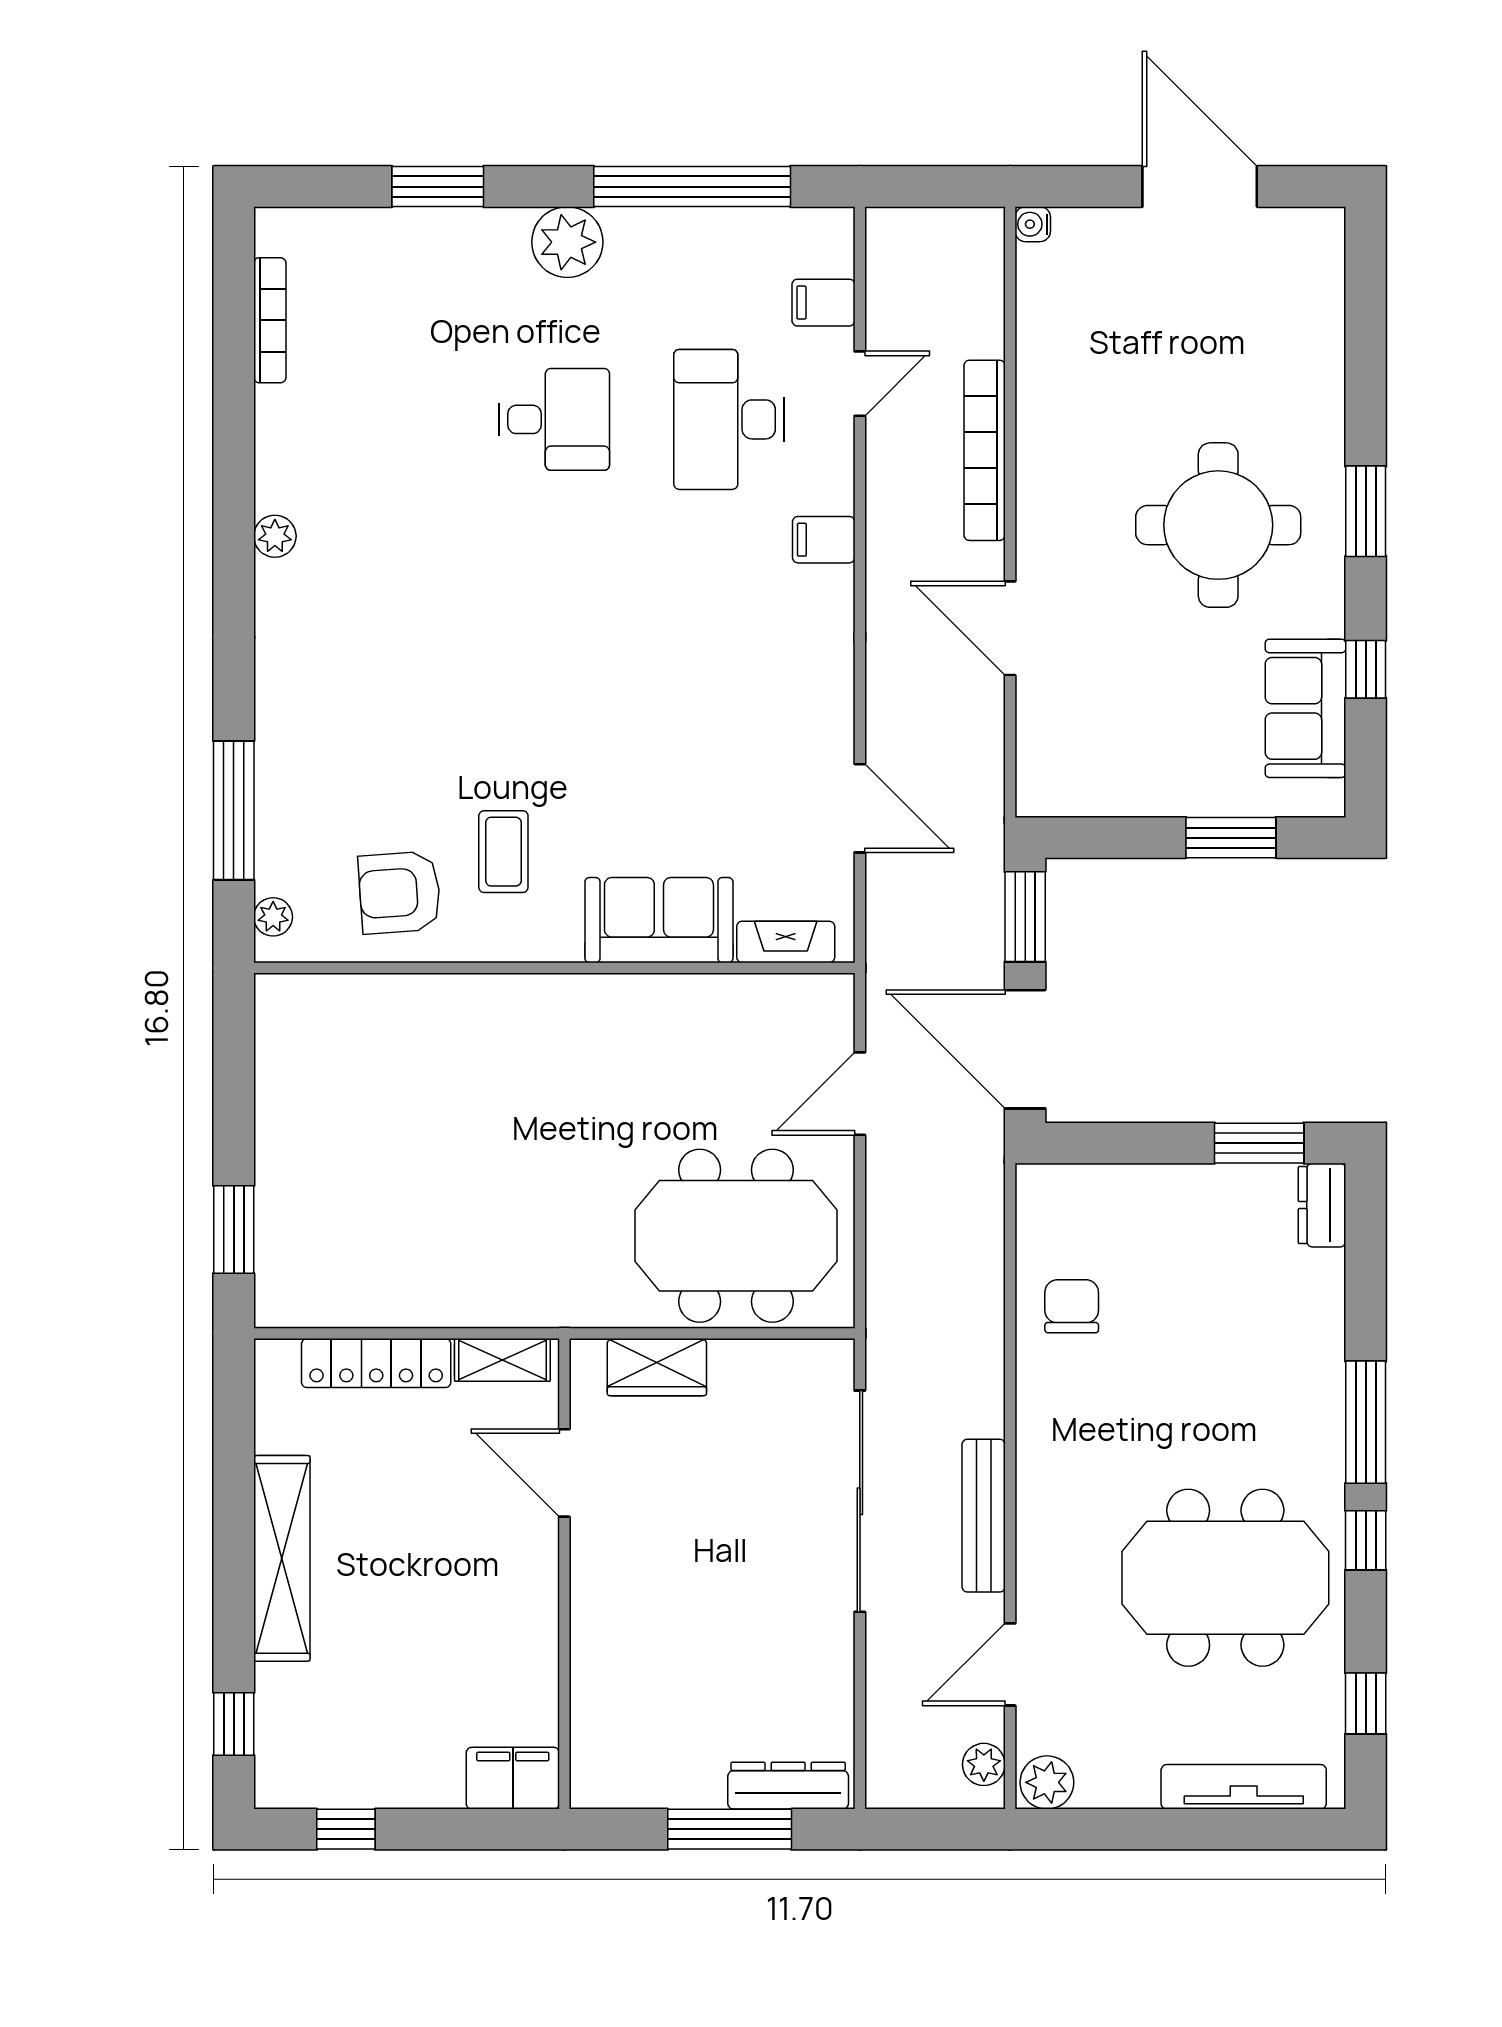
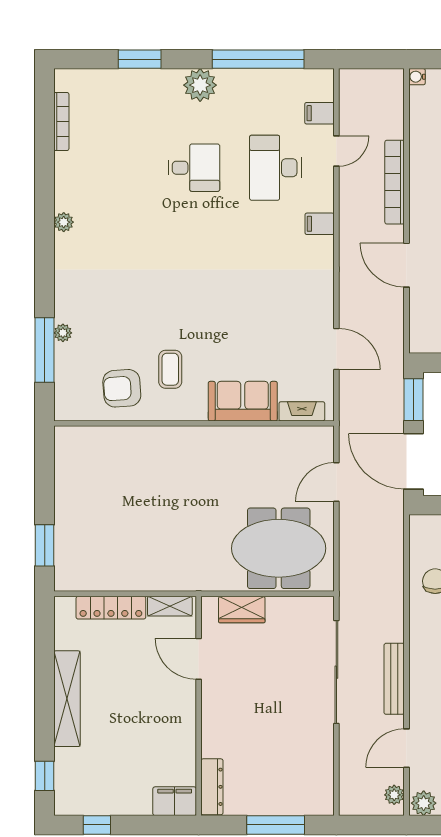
plant: (273, 917) -> (63, 333), moved
dresser: (788, 1786) -> (212, 787), moved, turned 90

